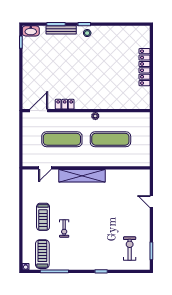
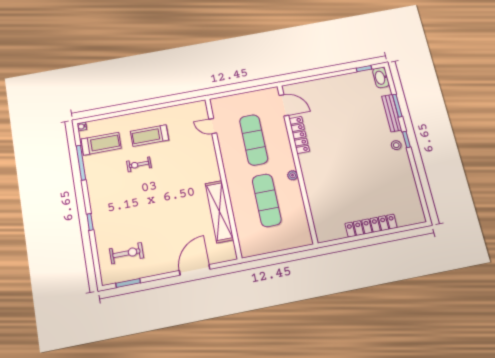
locker: (65, 104) -> (299, 135), width x1.53
shelving: (82, 176) -> (219, 212), moved
door: (151, 202) -> (195, 270), width x1.87

